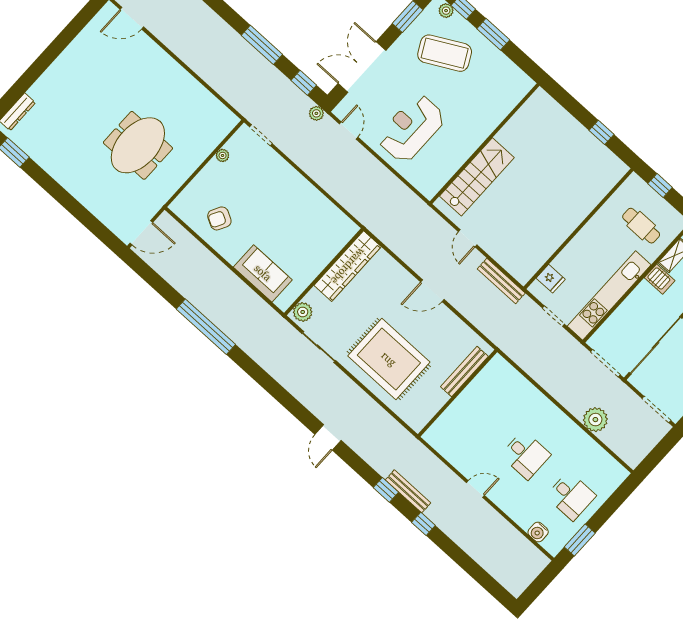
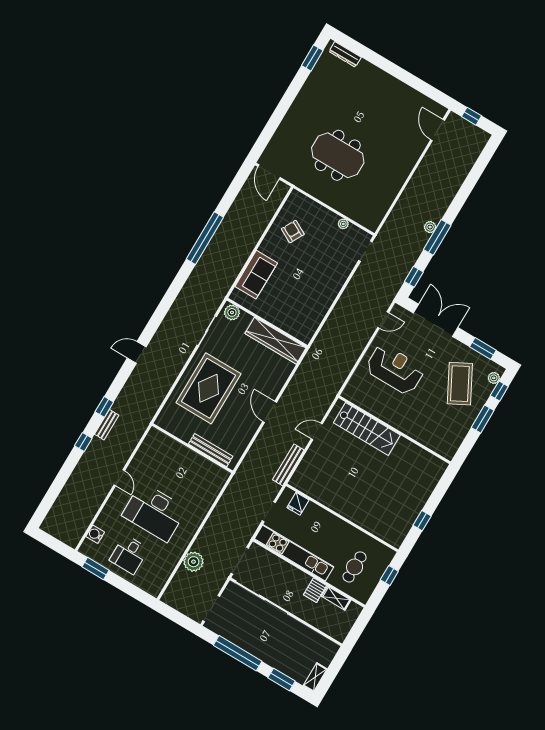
plant: (316, 113) -> (430, 227), moved
desk: (526, 455) -> (154, 512), width x1.87, depth x1.30
bench: (408, 491) -> (107, 425), width x0.73

